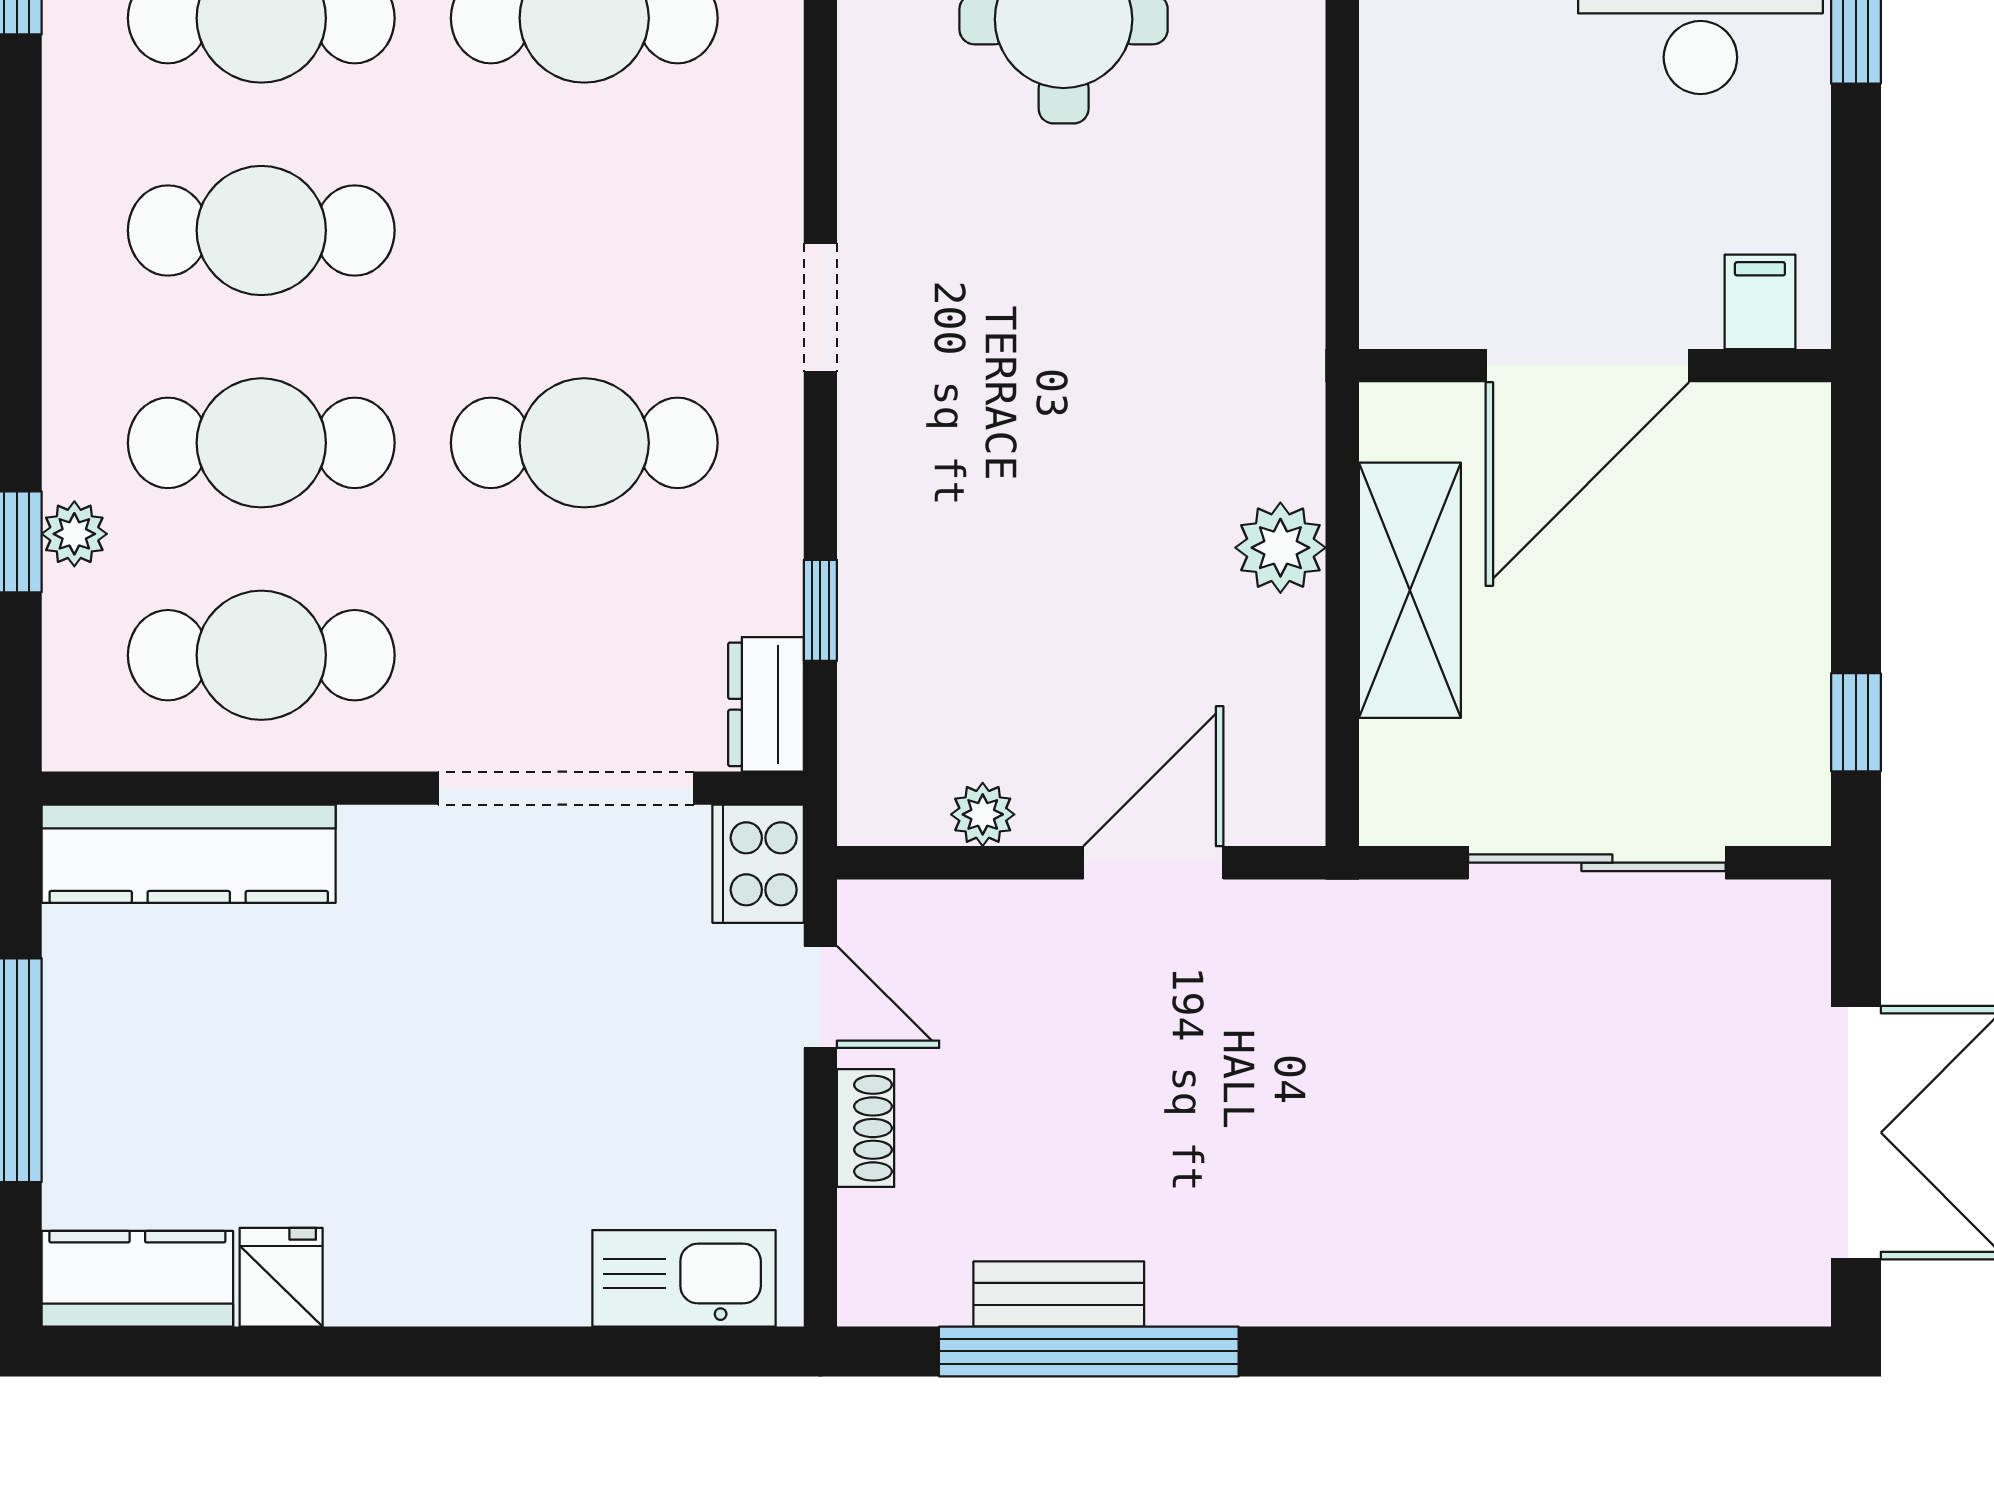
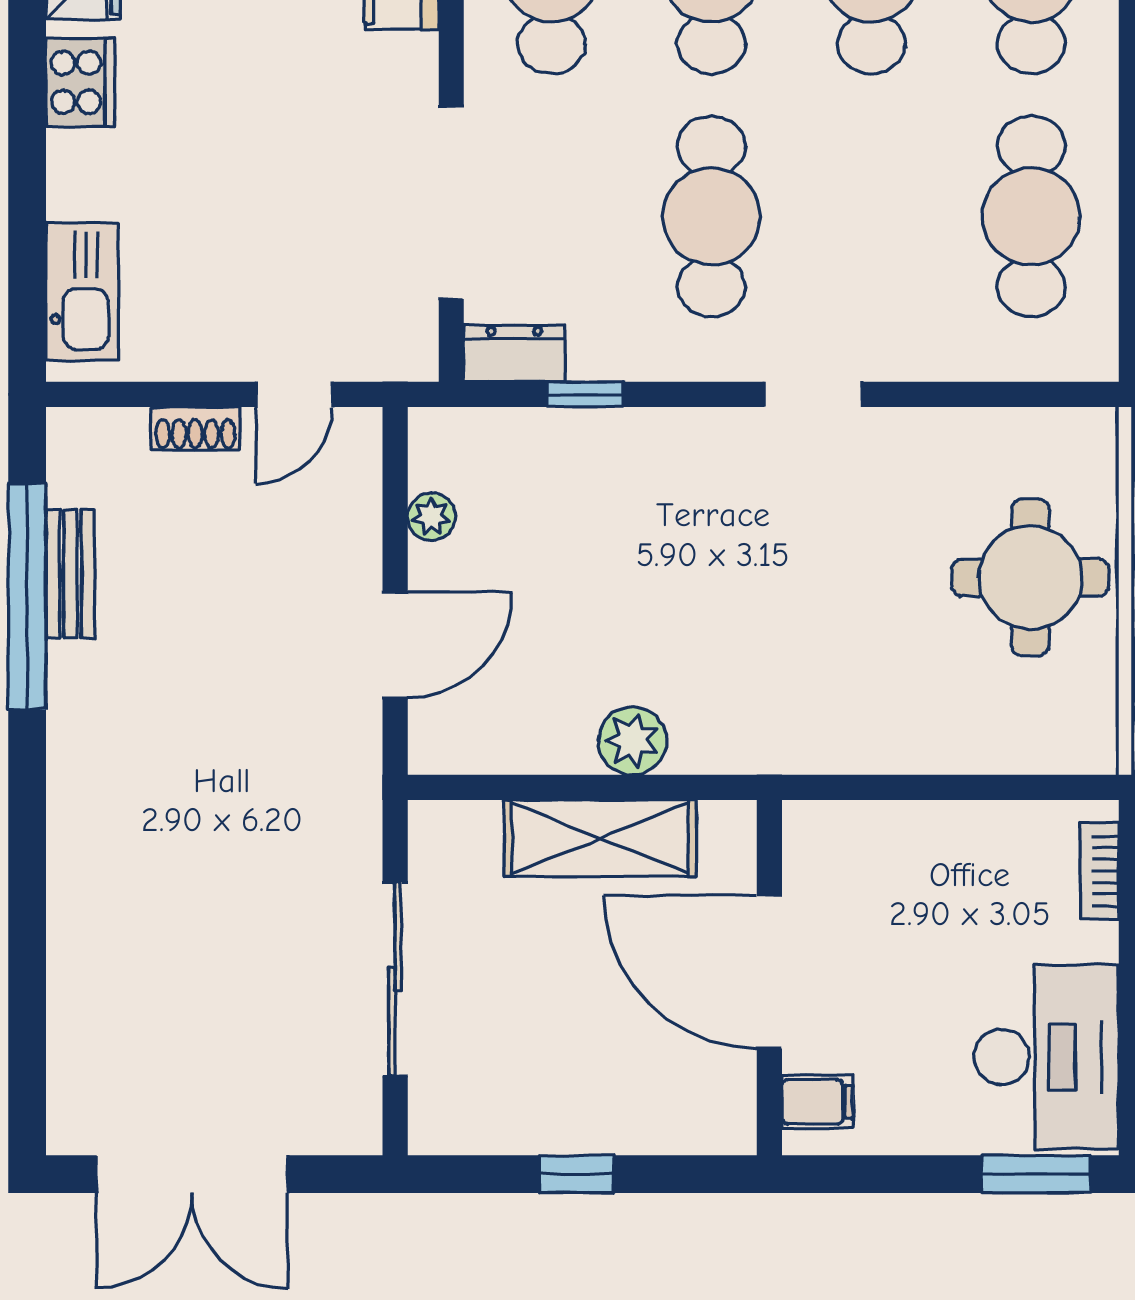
window: (1856, 722) -> (576, 1174), moved
door: (1153, 863) -> (395, 645), hinge flipped
cooker: (758, 864) -> (80, 82), moved, turned 90

